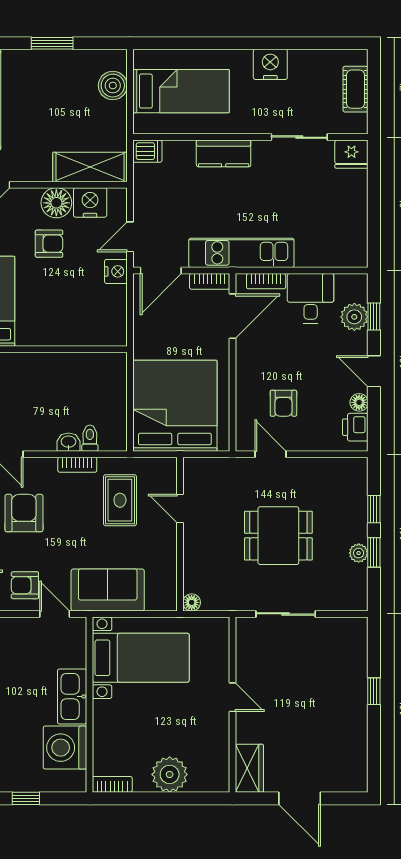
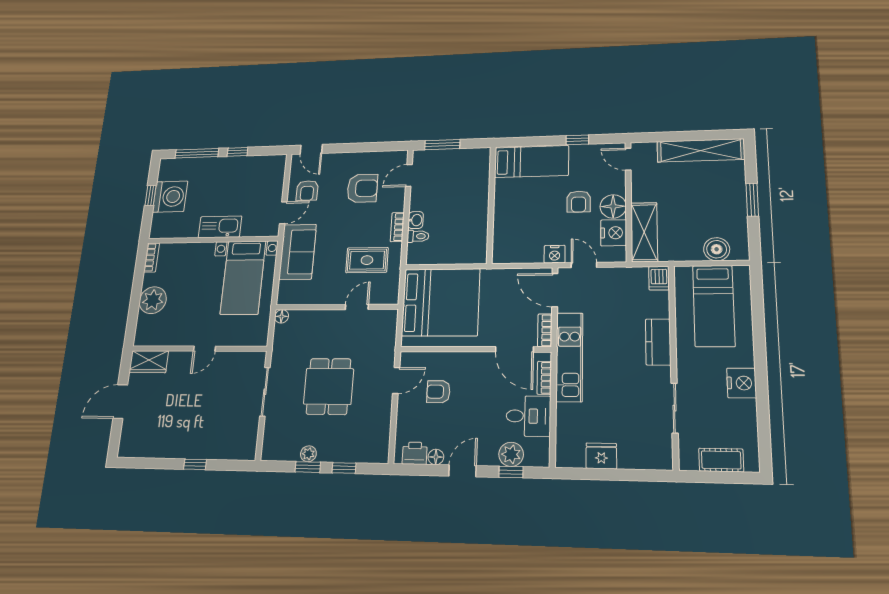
fridge: (351, 154) -> (601, 456), moved, turned 90
armchair: (25, 585) -> (307, 191), turned 180
washing machine: (65, 748) -> (170, 197), moved, turned 90

